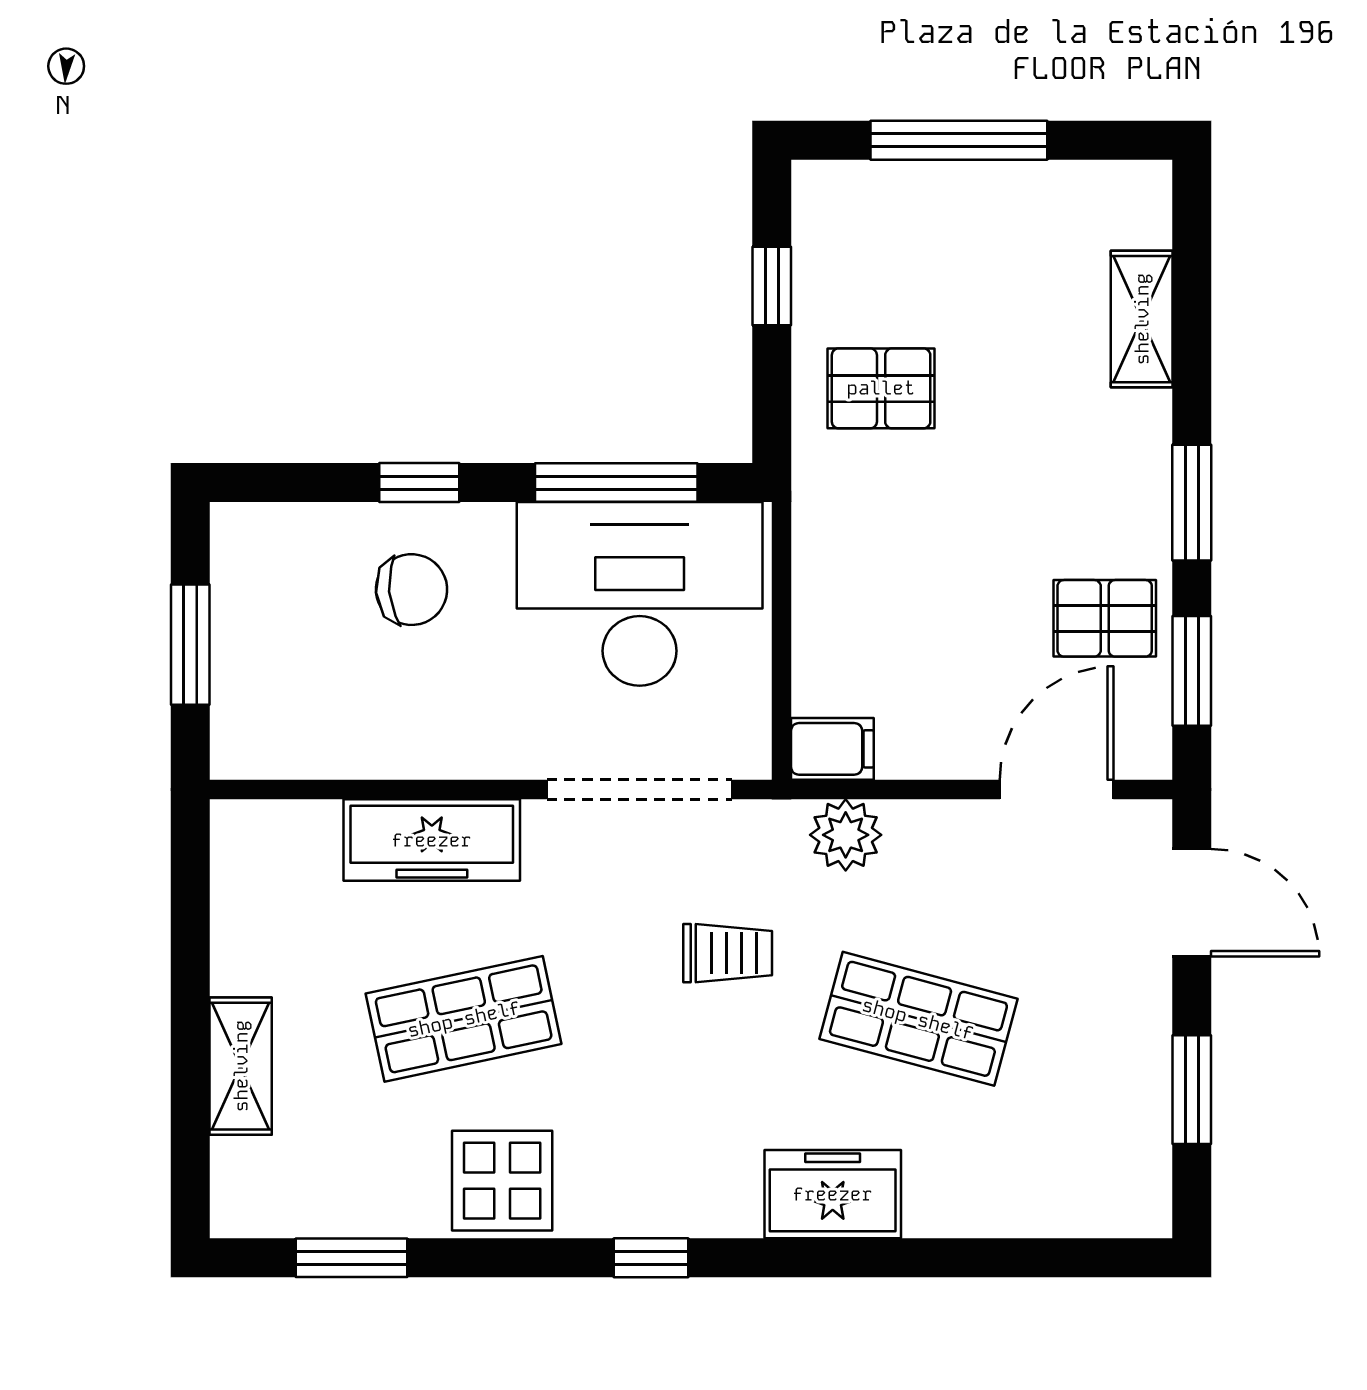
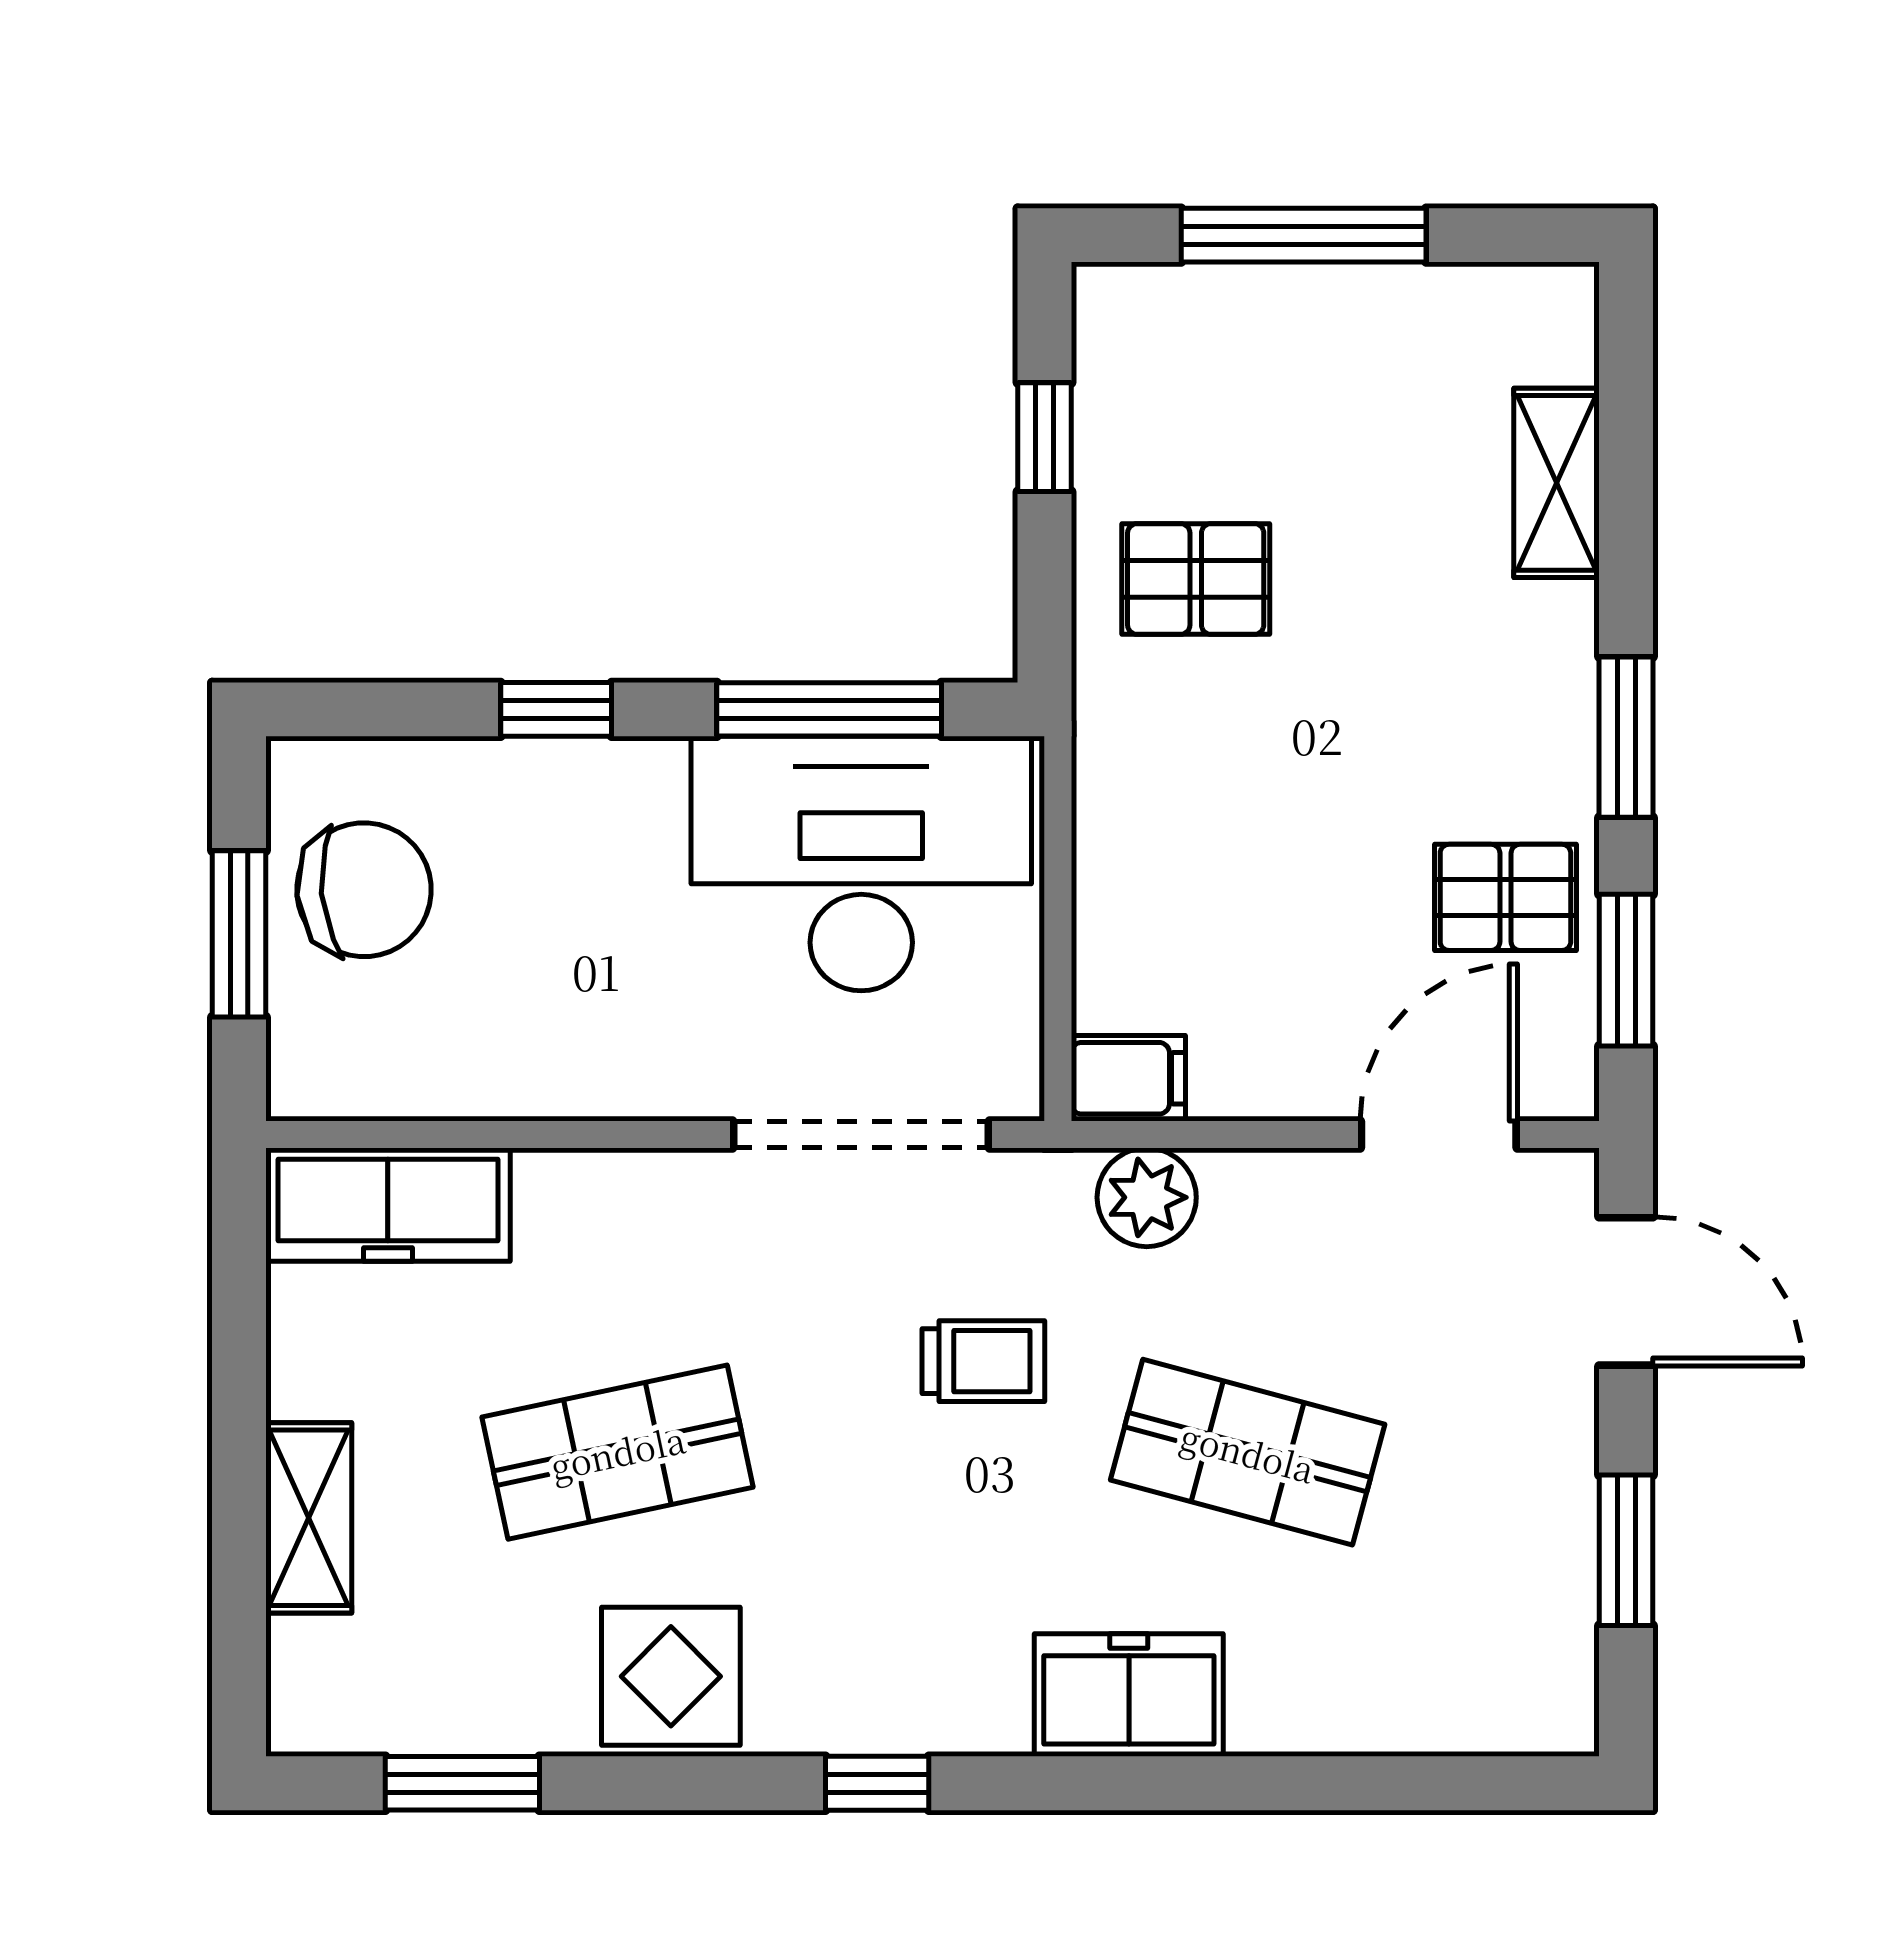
chair: (412, 590) -> (364, 890), moved, width x1.37, depth x1.37
freezer: (432, 840) -> (388, 1205), moved

